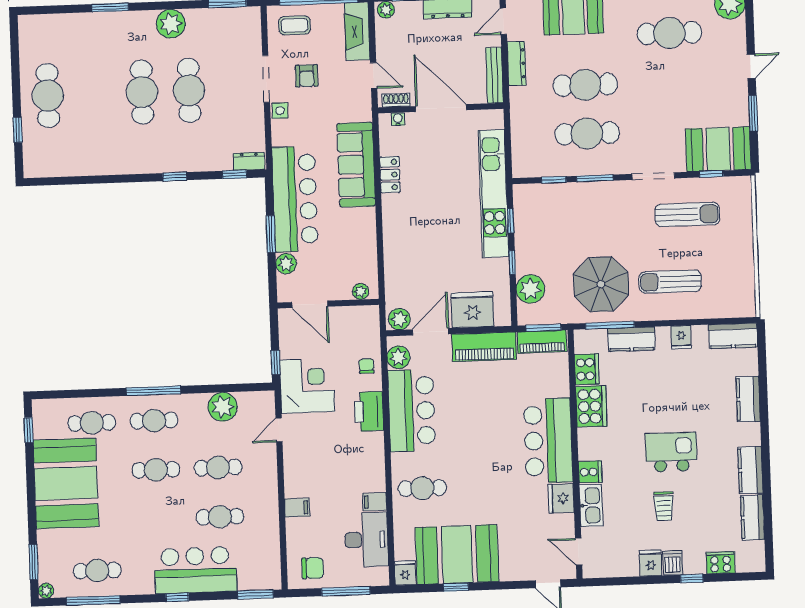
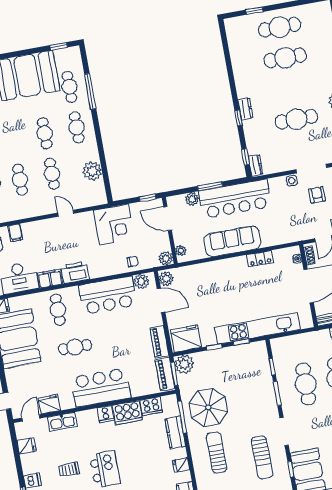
armchair: (307, 76) -> (317, 195), turned 90
cafe table: (142, 92) -> (285, 58), moved
dresser: (162, 164) -> (245, 109), added
sofa: (356, 165) -> (232, 241), moved
plant: (530, 289) -> (184, 364), moved
door: (310, 304) -> (168, 219), hinge flipped
fridge: (473, 310) -> (186, 338), moved, turned -90
plant: (369, 316) -> (166, 258), added
piano: (484, 347) -> (160, 342), width x0.73, depth x0.75
window: (276, 362) -> (148, 198), moved
window: (153, 391) -> (90, 91), moved
printer: (369, 411) -> (75, 272), moved
door: (279, 430) -> (66, 213), moved
cafe table: (482, 471) -> (75, 347), added
cooker: (590, 472) -> (106, 414), moved
fridge: (561, 498) -> (49, 404), moved
filing cabinet: (375, 502) -> (50, 279), width x2.00
filing cabinet: (297, 508) -> (15, 233), moved
fridge: (651, 563) -> (27, 446), moved

